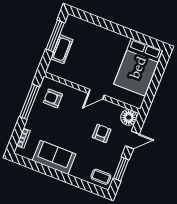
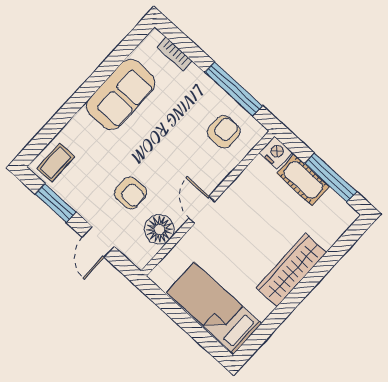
wardrobe: (109, 38) -> (291, 270), added
bed: (138, 67) -> (214, 308), width x0.67
nightstand: (53, 68) -> (276, 153), added
floor lamp: (129, 117) -> (159, 229), moved

